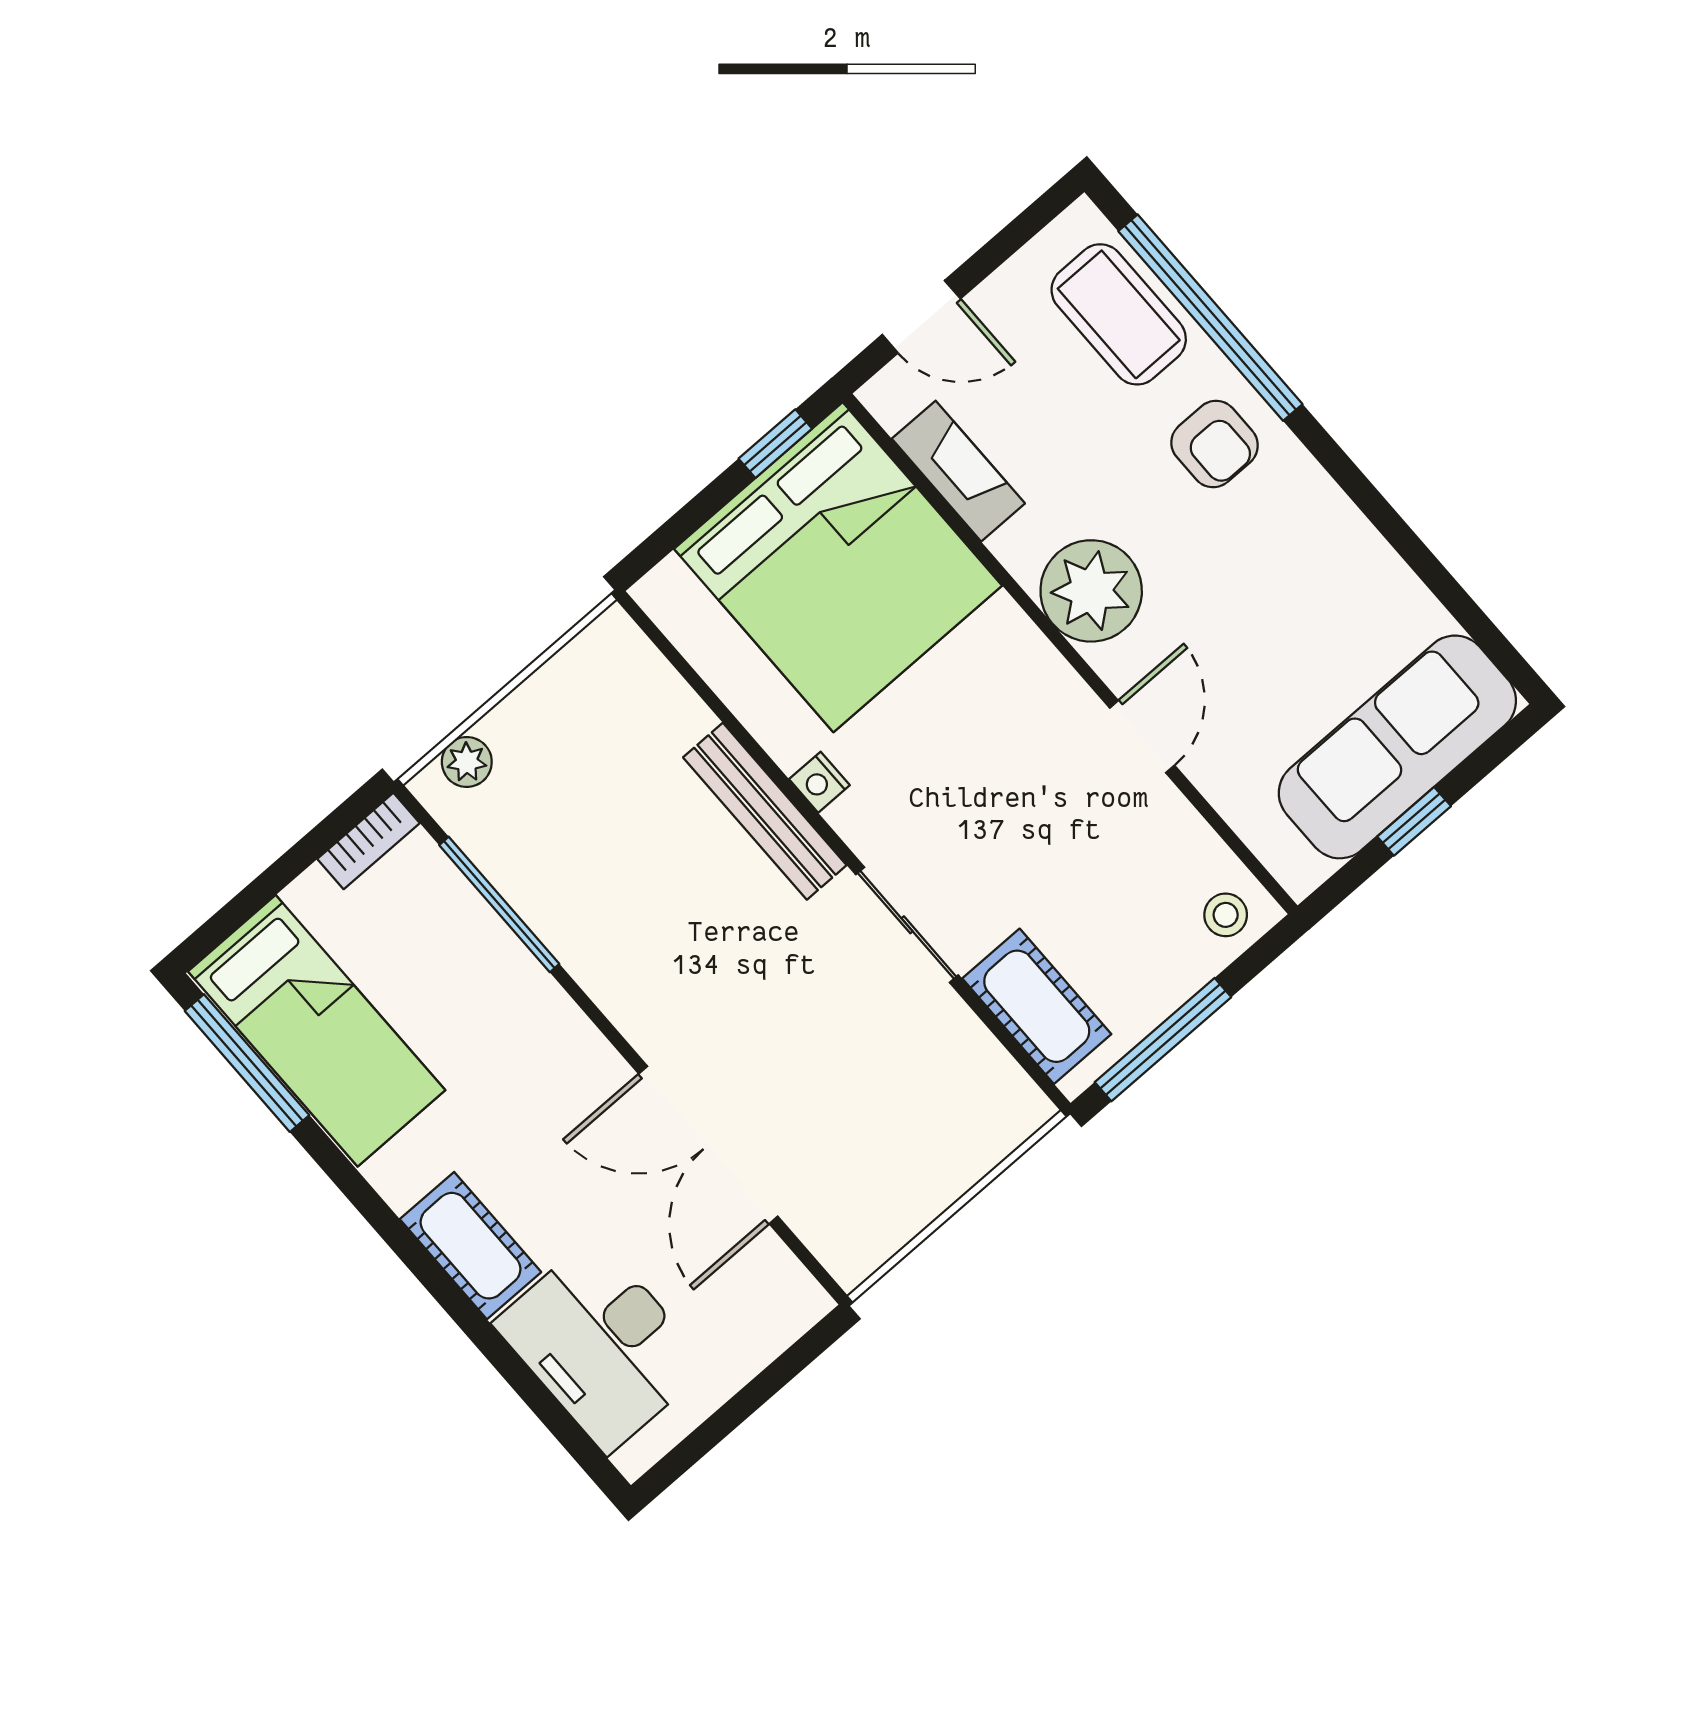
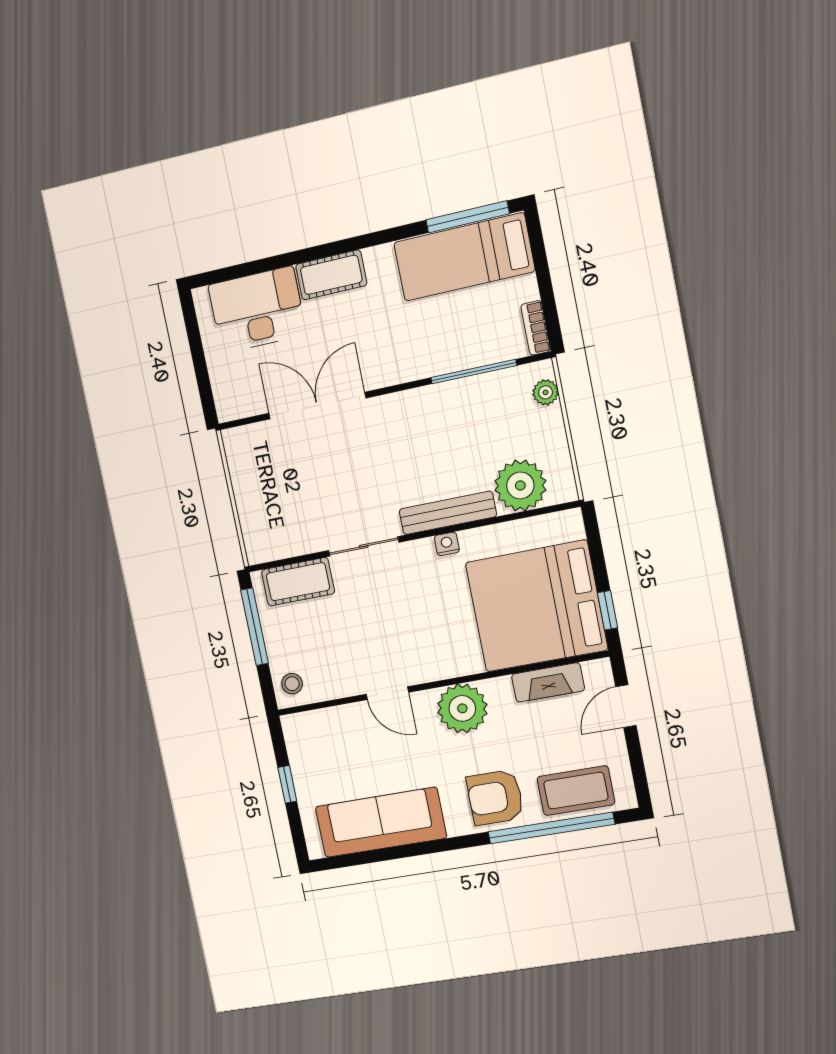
armchair: (1215, 444) -> (495, 797), width x1.38, depth x1.38
plant: (647, 714) -> (520, 485), added
sofa: (1397, 747) -> (381, 822), moved, turned -90

